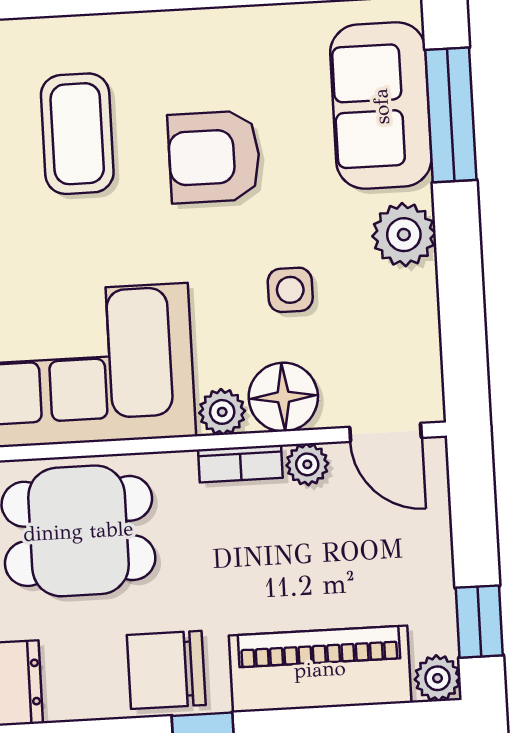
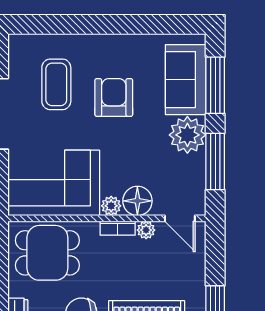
armchair: (214, 157) -> (114, 97), turned 90
plant: (404, 235) -> (187, 135), width x1.36, depth x1.36
side table: (290, 290) -> (143, 156), removed
window: (461, 294) -> (215, 161), added

